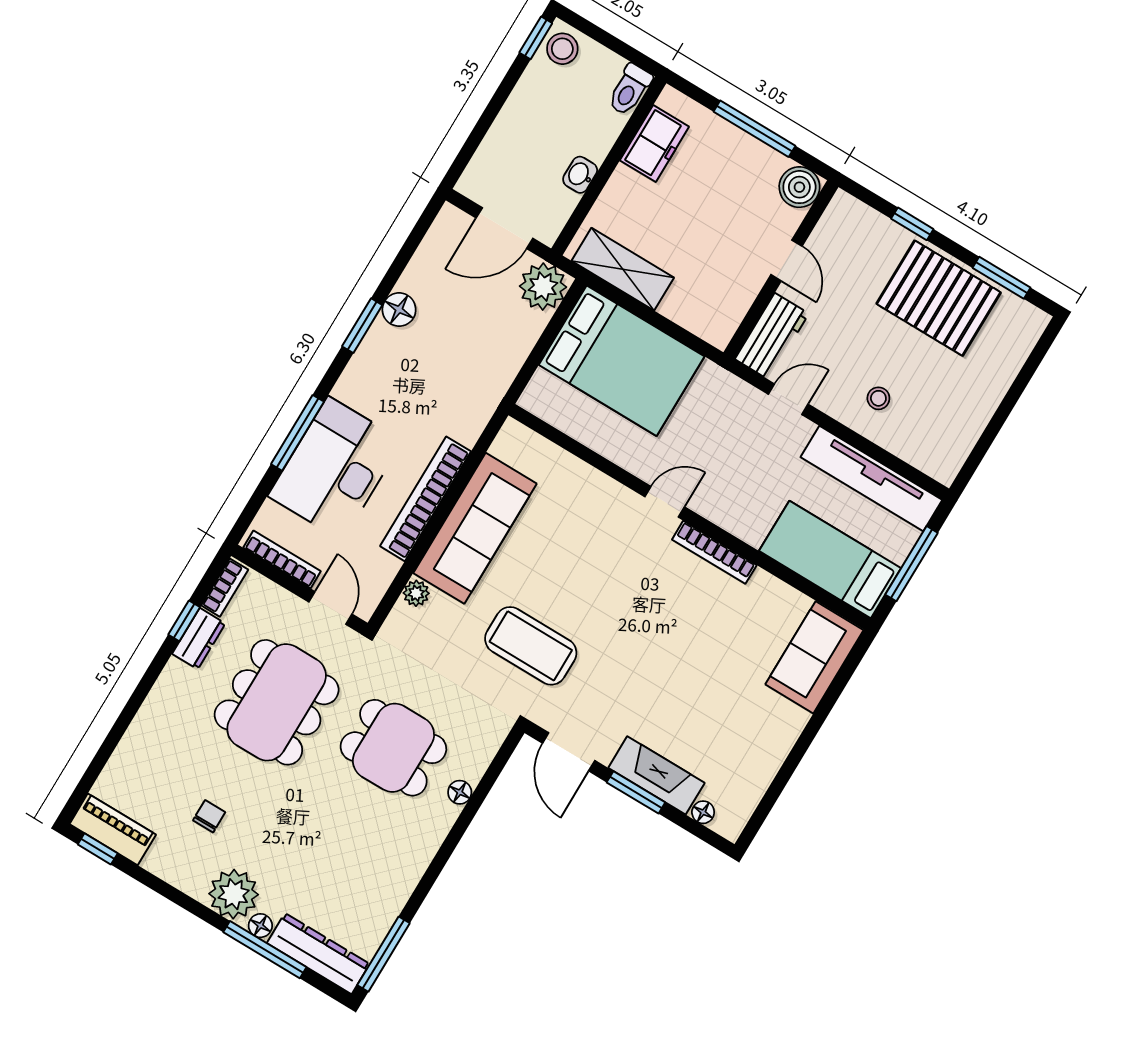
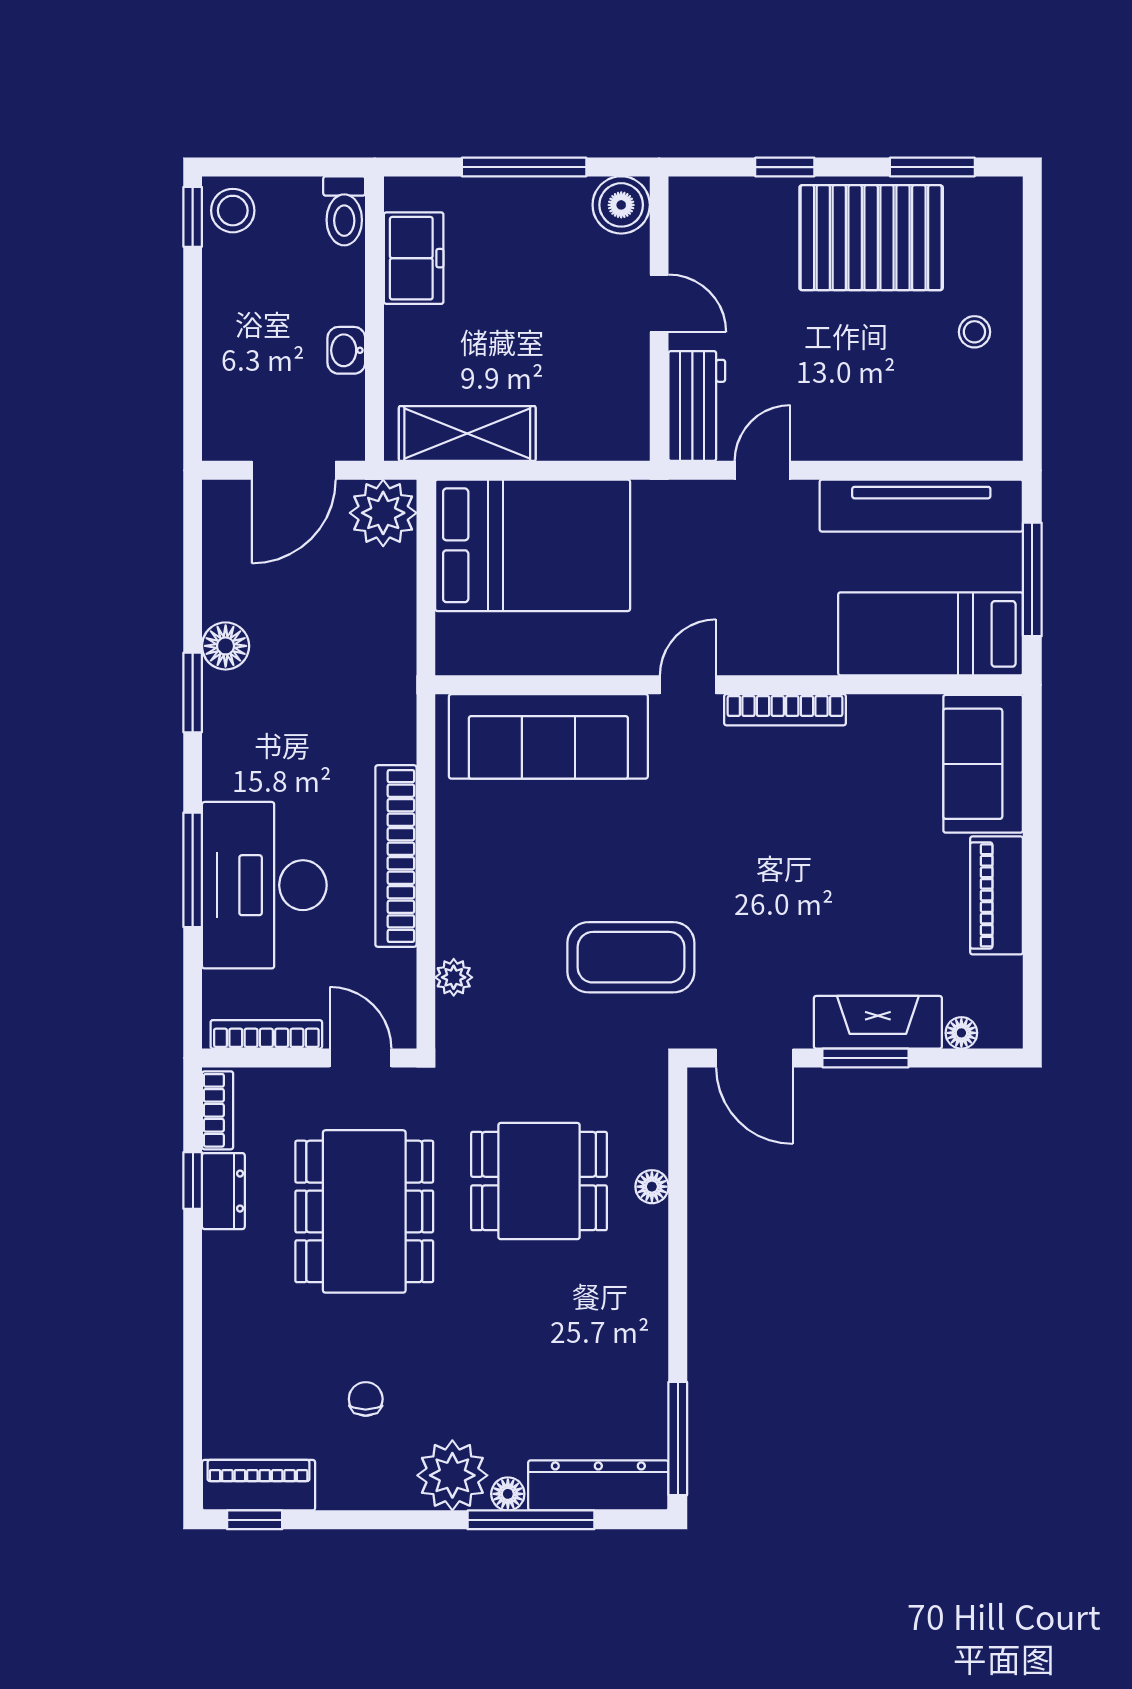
stool: (878, 398) -> (974, 332), moved
sofa: (475, 528) -> (548, 736), moved, turned 90
piano: (775, 742) -> (997, 895), added

